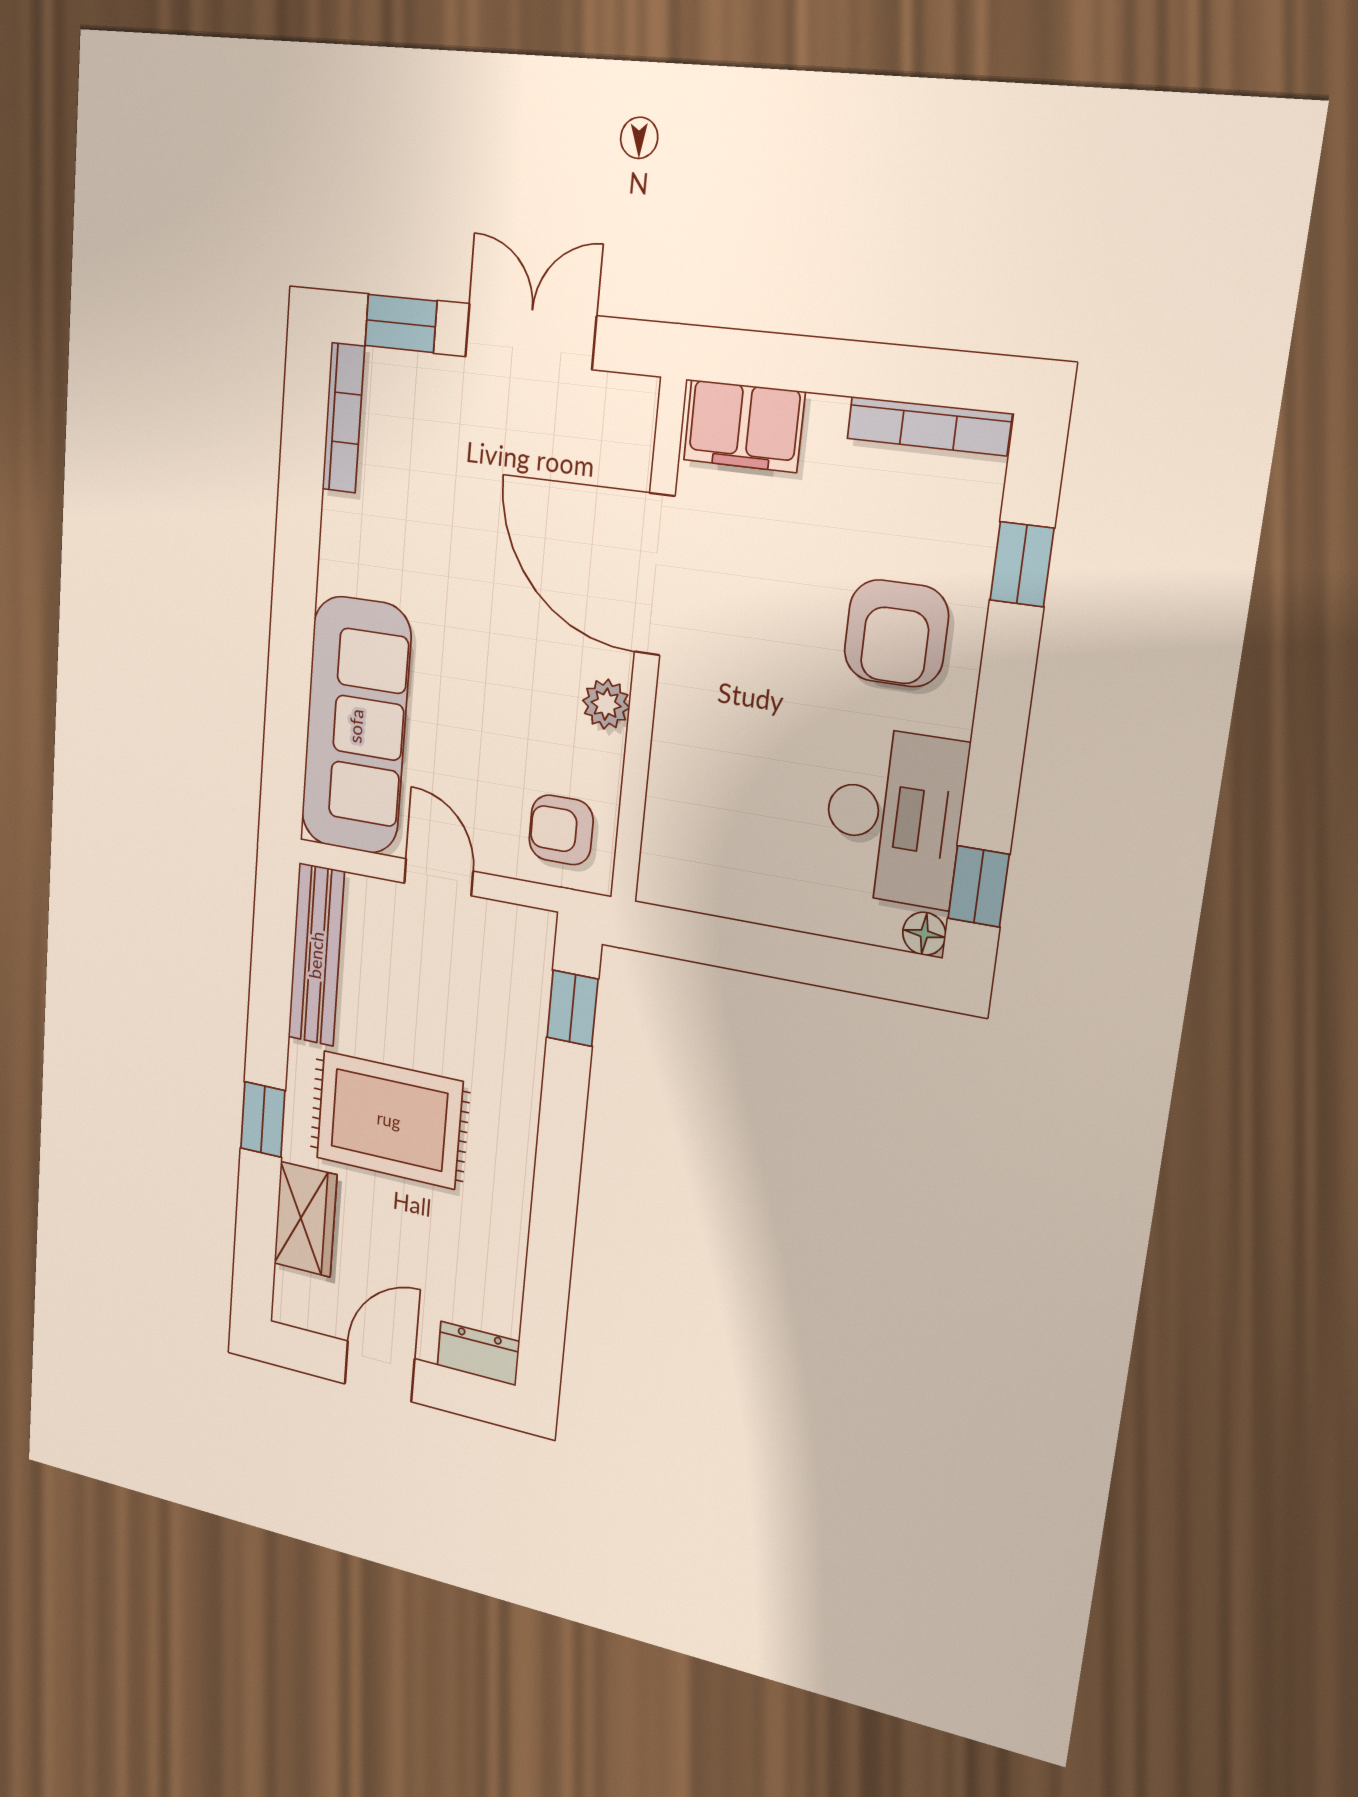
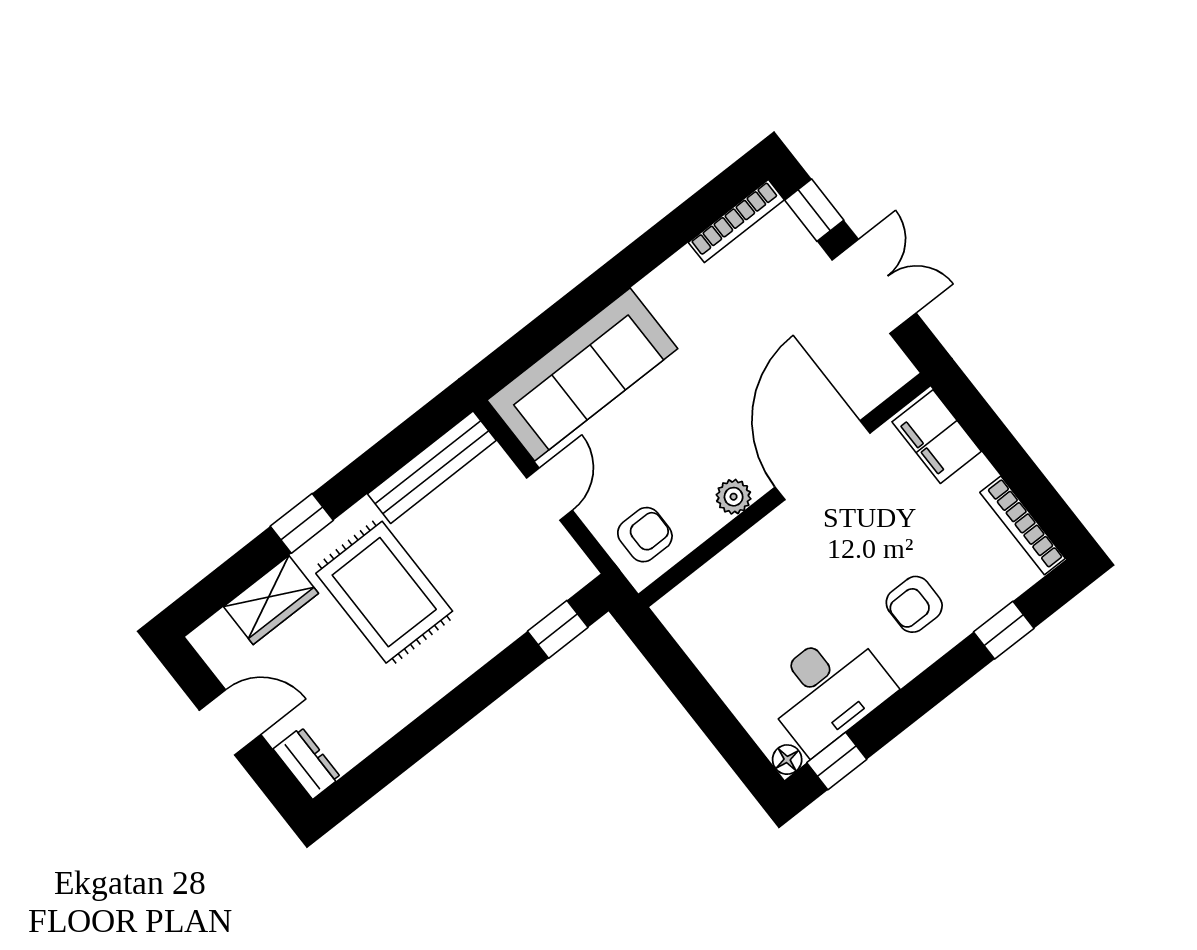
armchair: (896, 633) -> (914, 604), width x0.72, depth x0.72
armchair: (561, 830) -> (645, 535), turned 90

